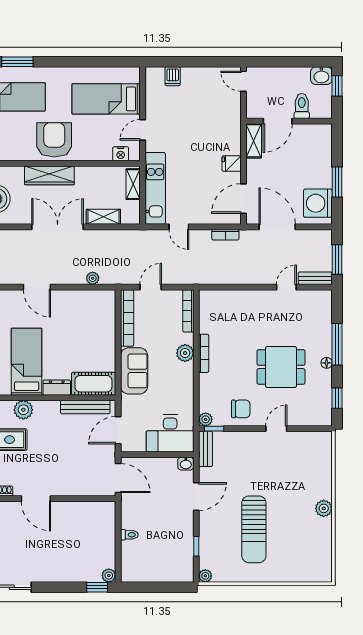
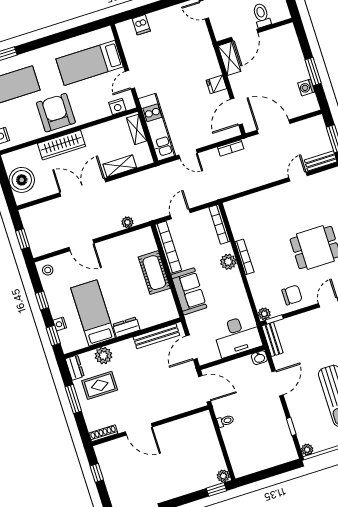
washing machine: (318, 203) -> (306, 87), width x0.53, depth x0.53
cot: (93, 384) -> (154, 273), moved, turned 90
toilet: (129, 535) -> (225, 421), moved

